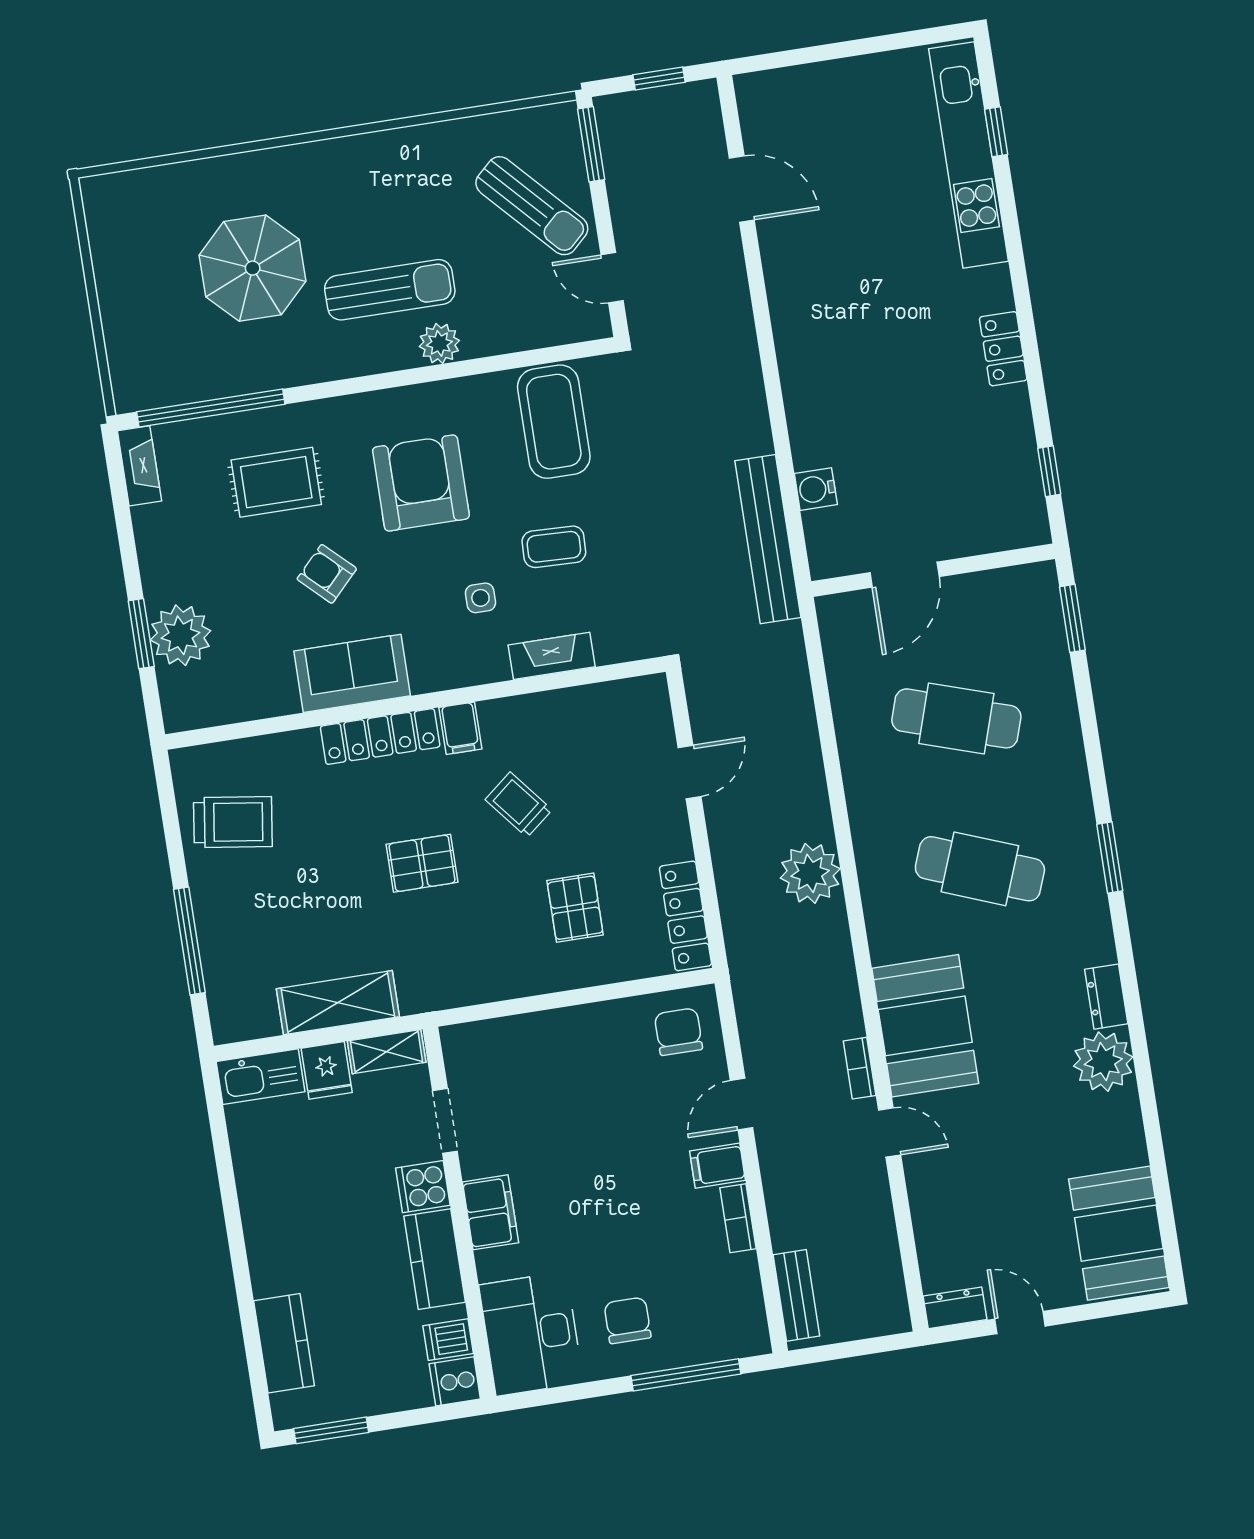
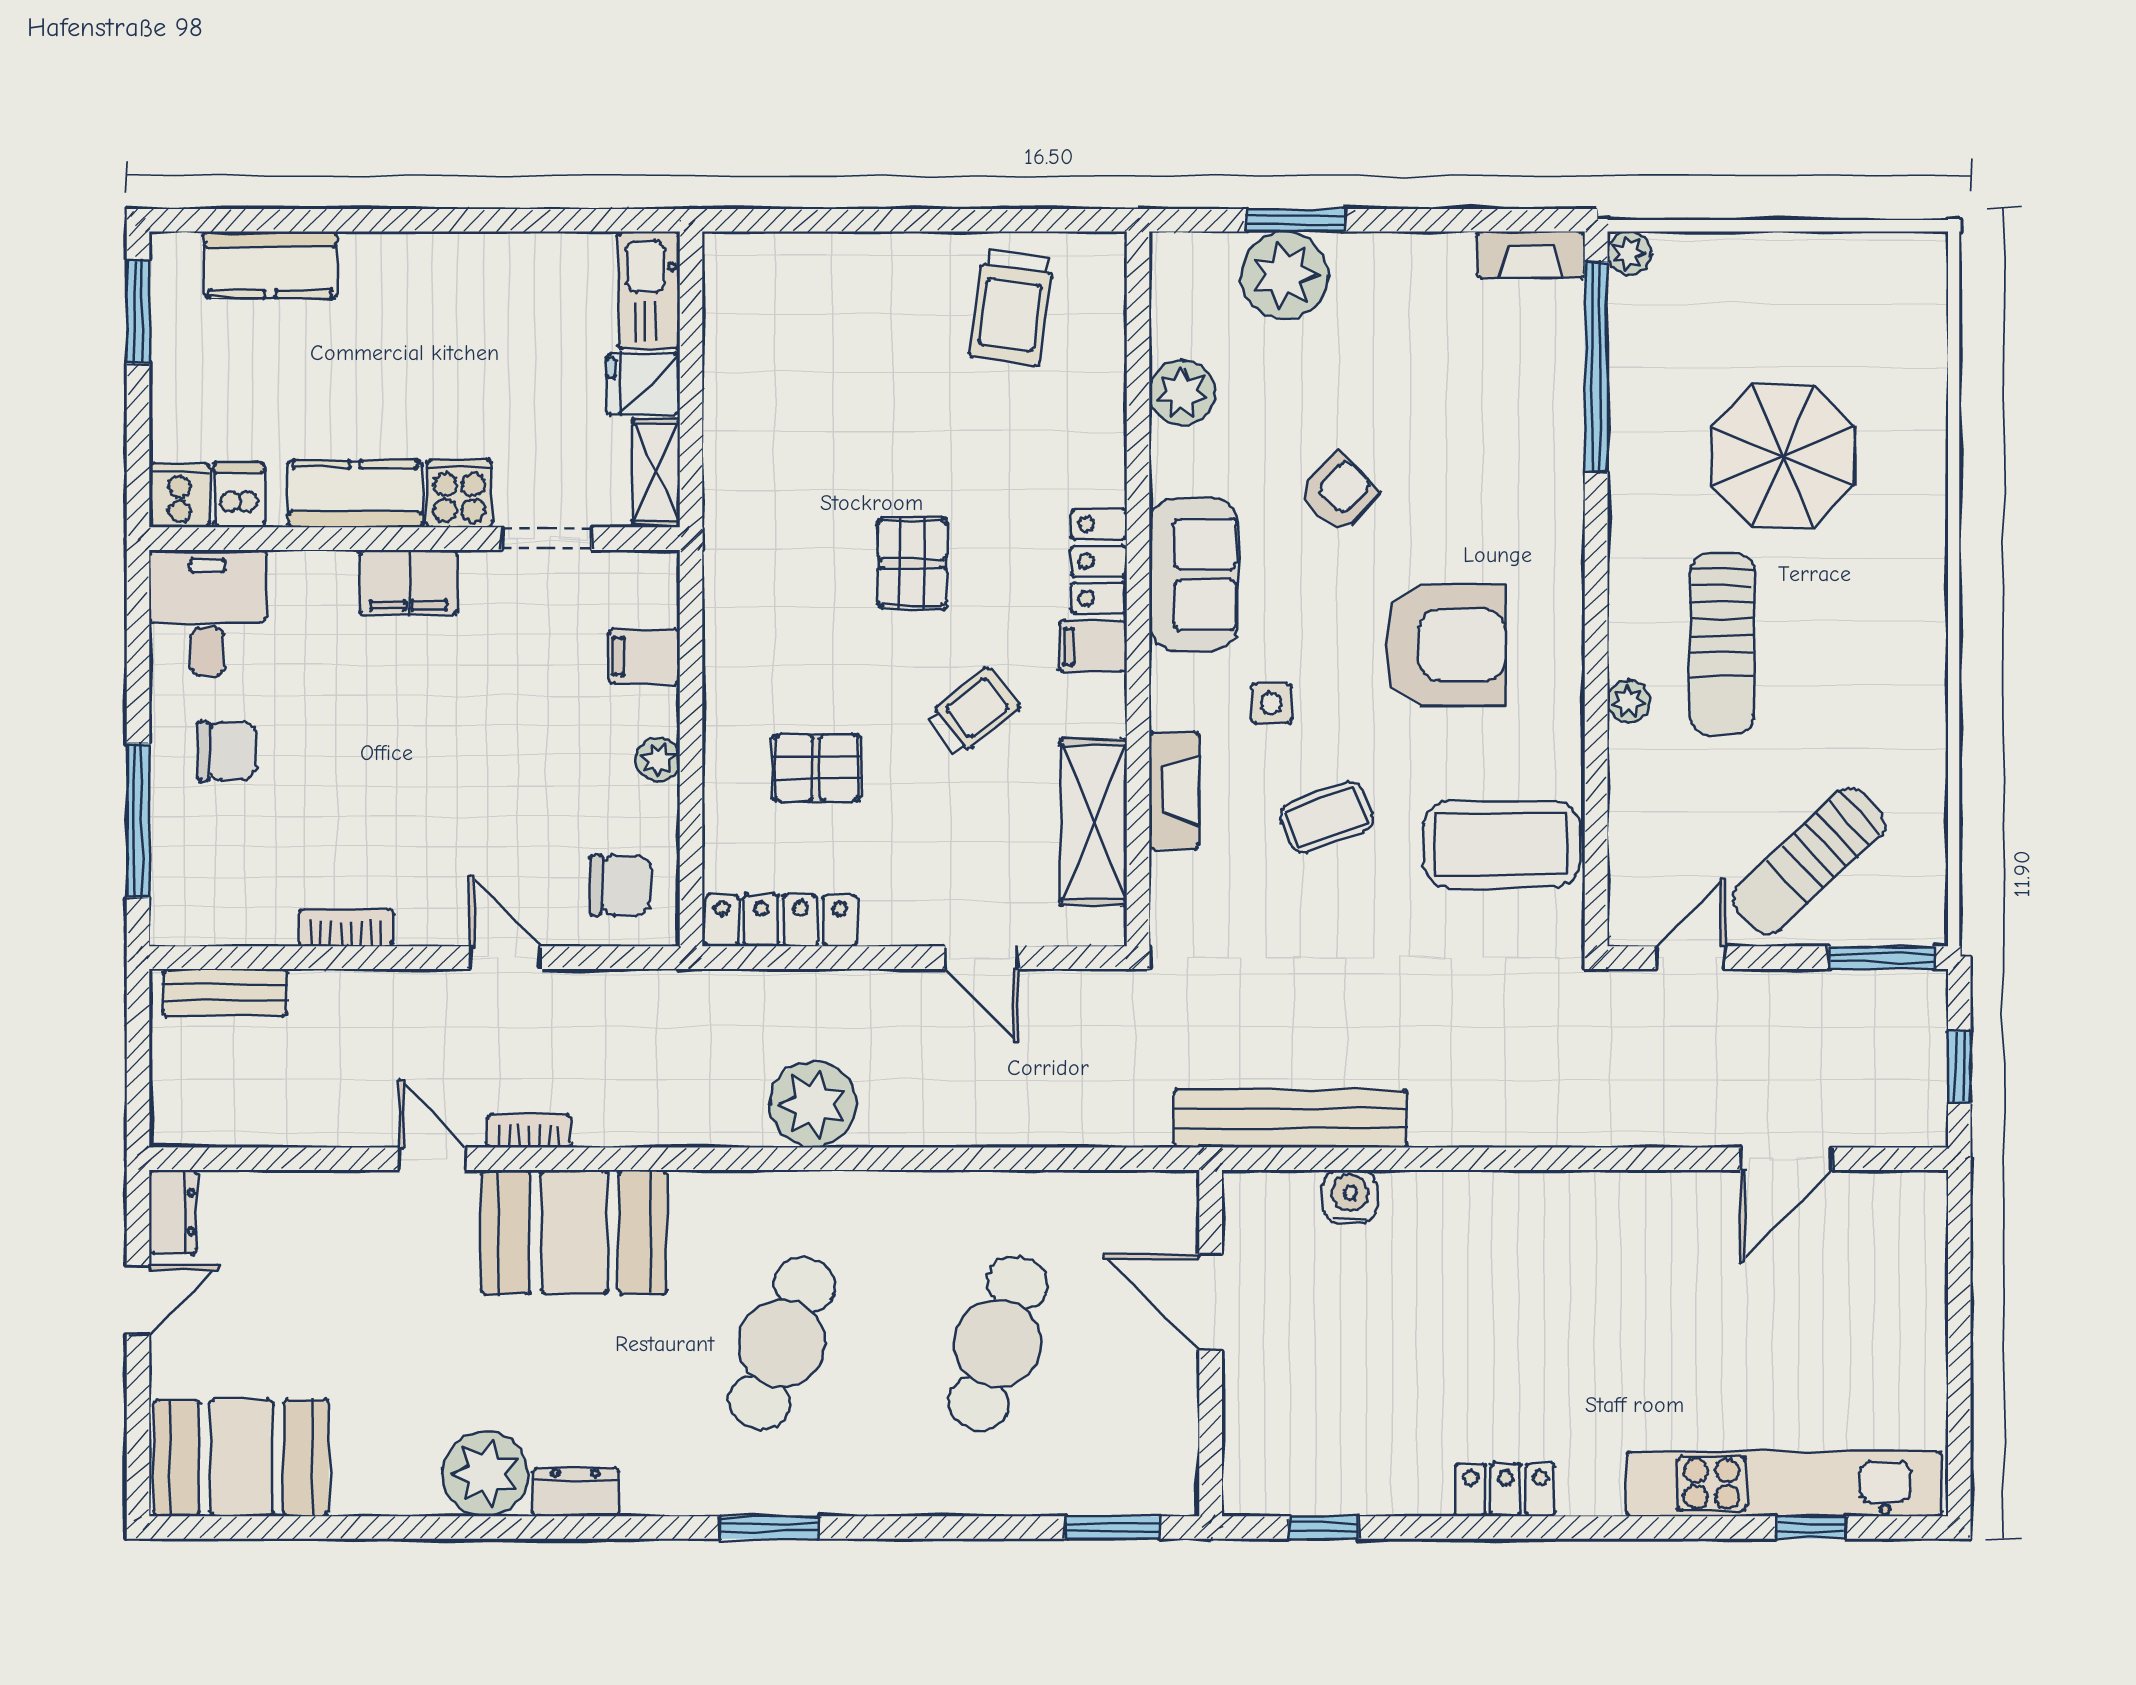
plant: (439, 343) -> (1628, 701), width x0.73, depth x0.73
plant: (128, 397) -> (1629, 253), added
rug: (276, 482) -> (1478, 443), removed
coffee table: (554, 547) -> (1326, 817), turned 67
sofa: (352, 673) -> (1194, 574), moved
plant: (274, 694) -> (1182, 393), added
locker: (380, 737) -> (1099, 561), width x0.66
window: (189, 941) -> (855, 220), removed
shelving: (338, 1003) -> (1094, 822), moved
plant: (587, 1019) -> (658, 760), added
door: (890, 1132) -> (433, 1159), swing flipped
filing cabinet: (718, 1166) -> (644, 657), moved, turned -90
desk: (531, 1334) -> (208, 613), width x0.73

